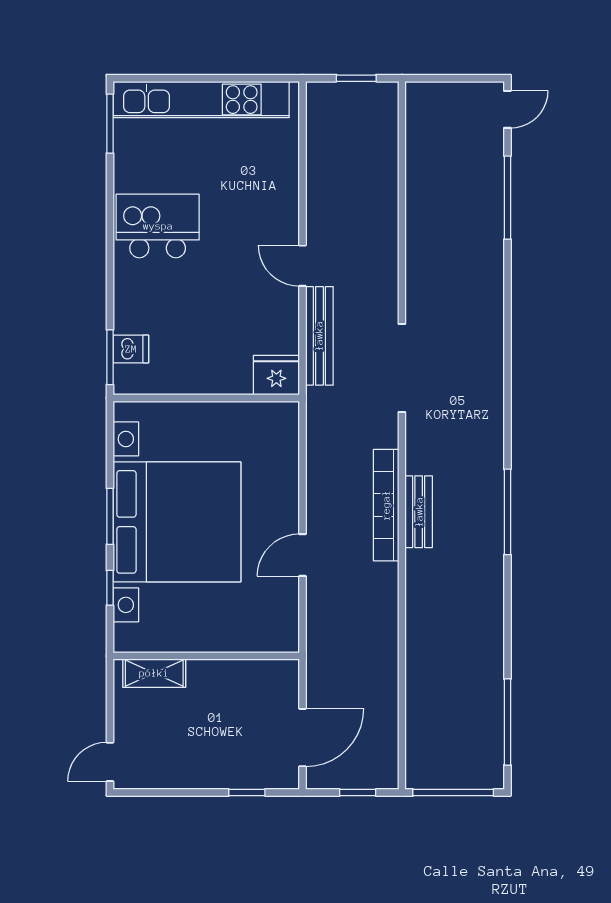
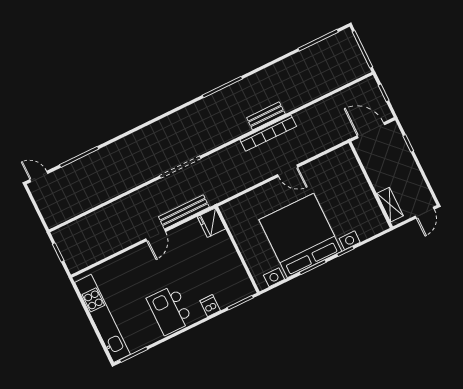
dishwasher: (131, 349) -> (210, 306), moved
bookcase: (386, 505) -> (268, 133), moved
bench: (419, 512) -> (266, 116), moved
wall: (206, 656) -> (371, 185), moved
shelving: (154, 673) -> (390, 205), moved
door: (110, 762) -> (425, 213), hinge flipped

